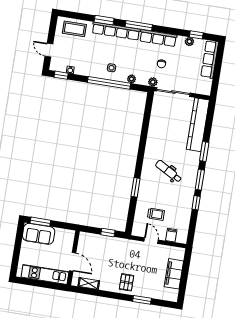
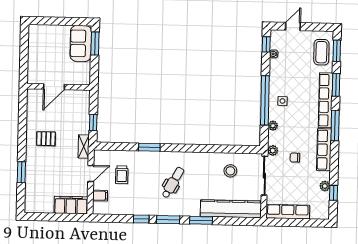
window: (75, 15) -> (337, 51), added
row of seats: (210, 59) -> (288, 212), moved
stool: (165, 121) -> (230, 171), added
kitchen unit: (45, 274) -> (35, 57), removed
filing cabinet: (174, 274) -> (71, 205), moved
pallet: (127, 282) -> (46, 139), moved
shelving: (89, 283) -> (84, 146), moved

